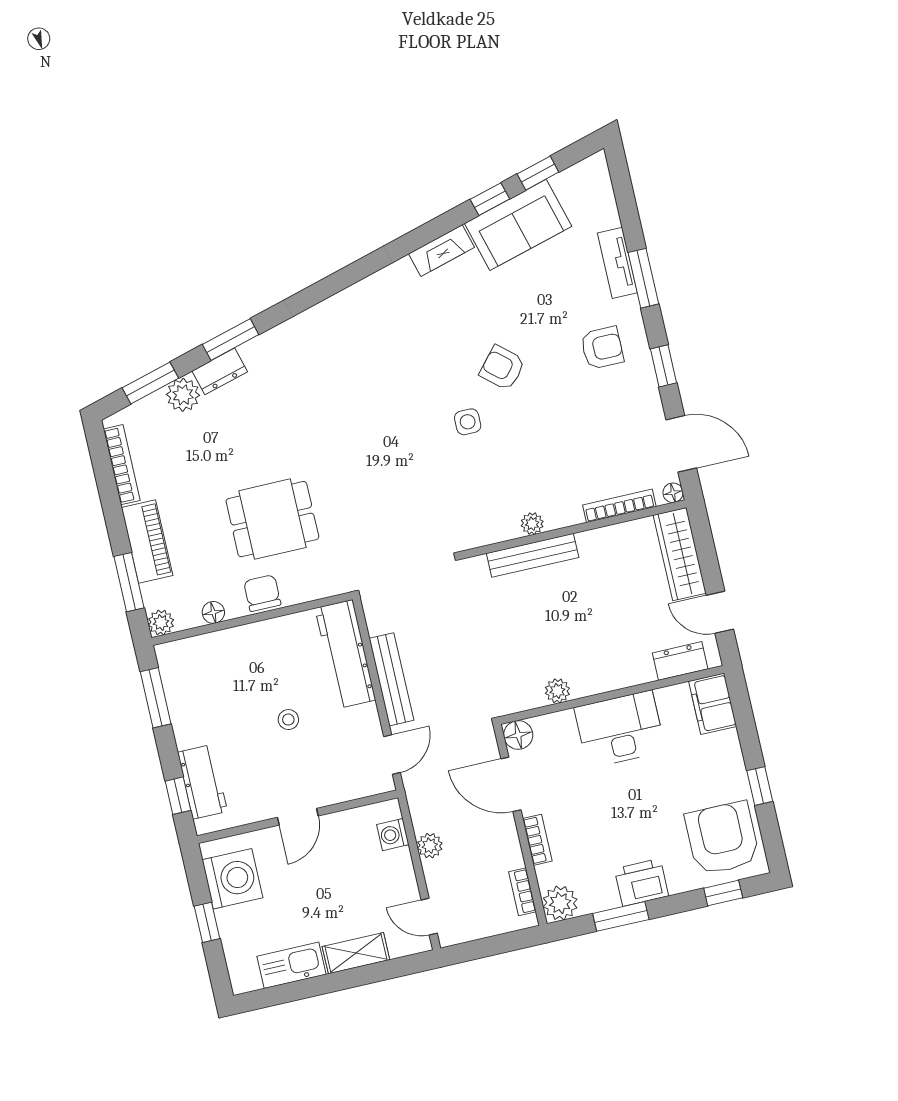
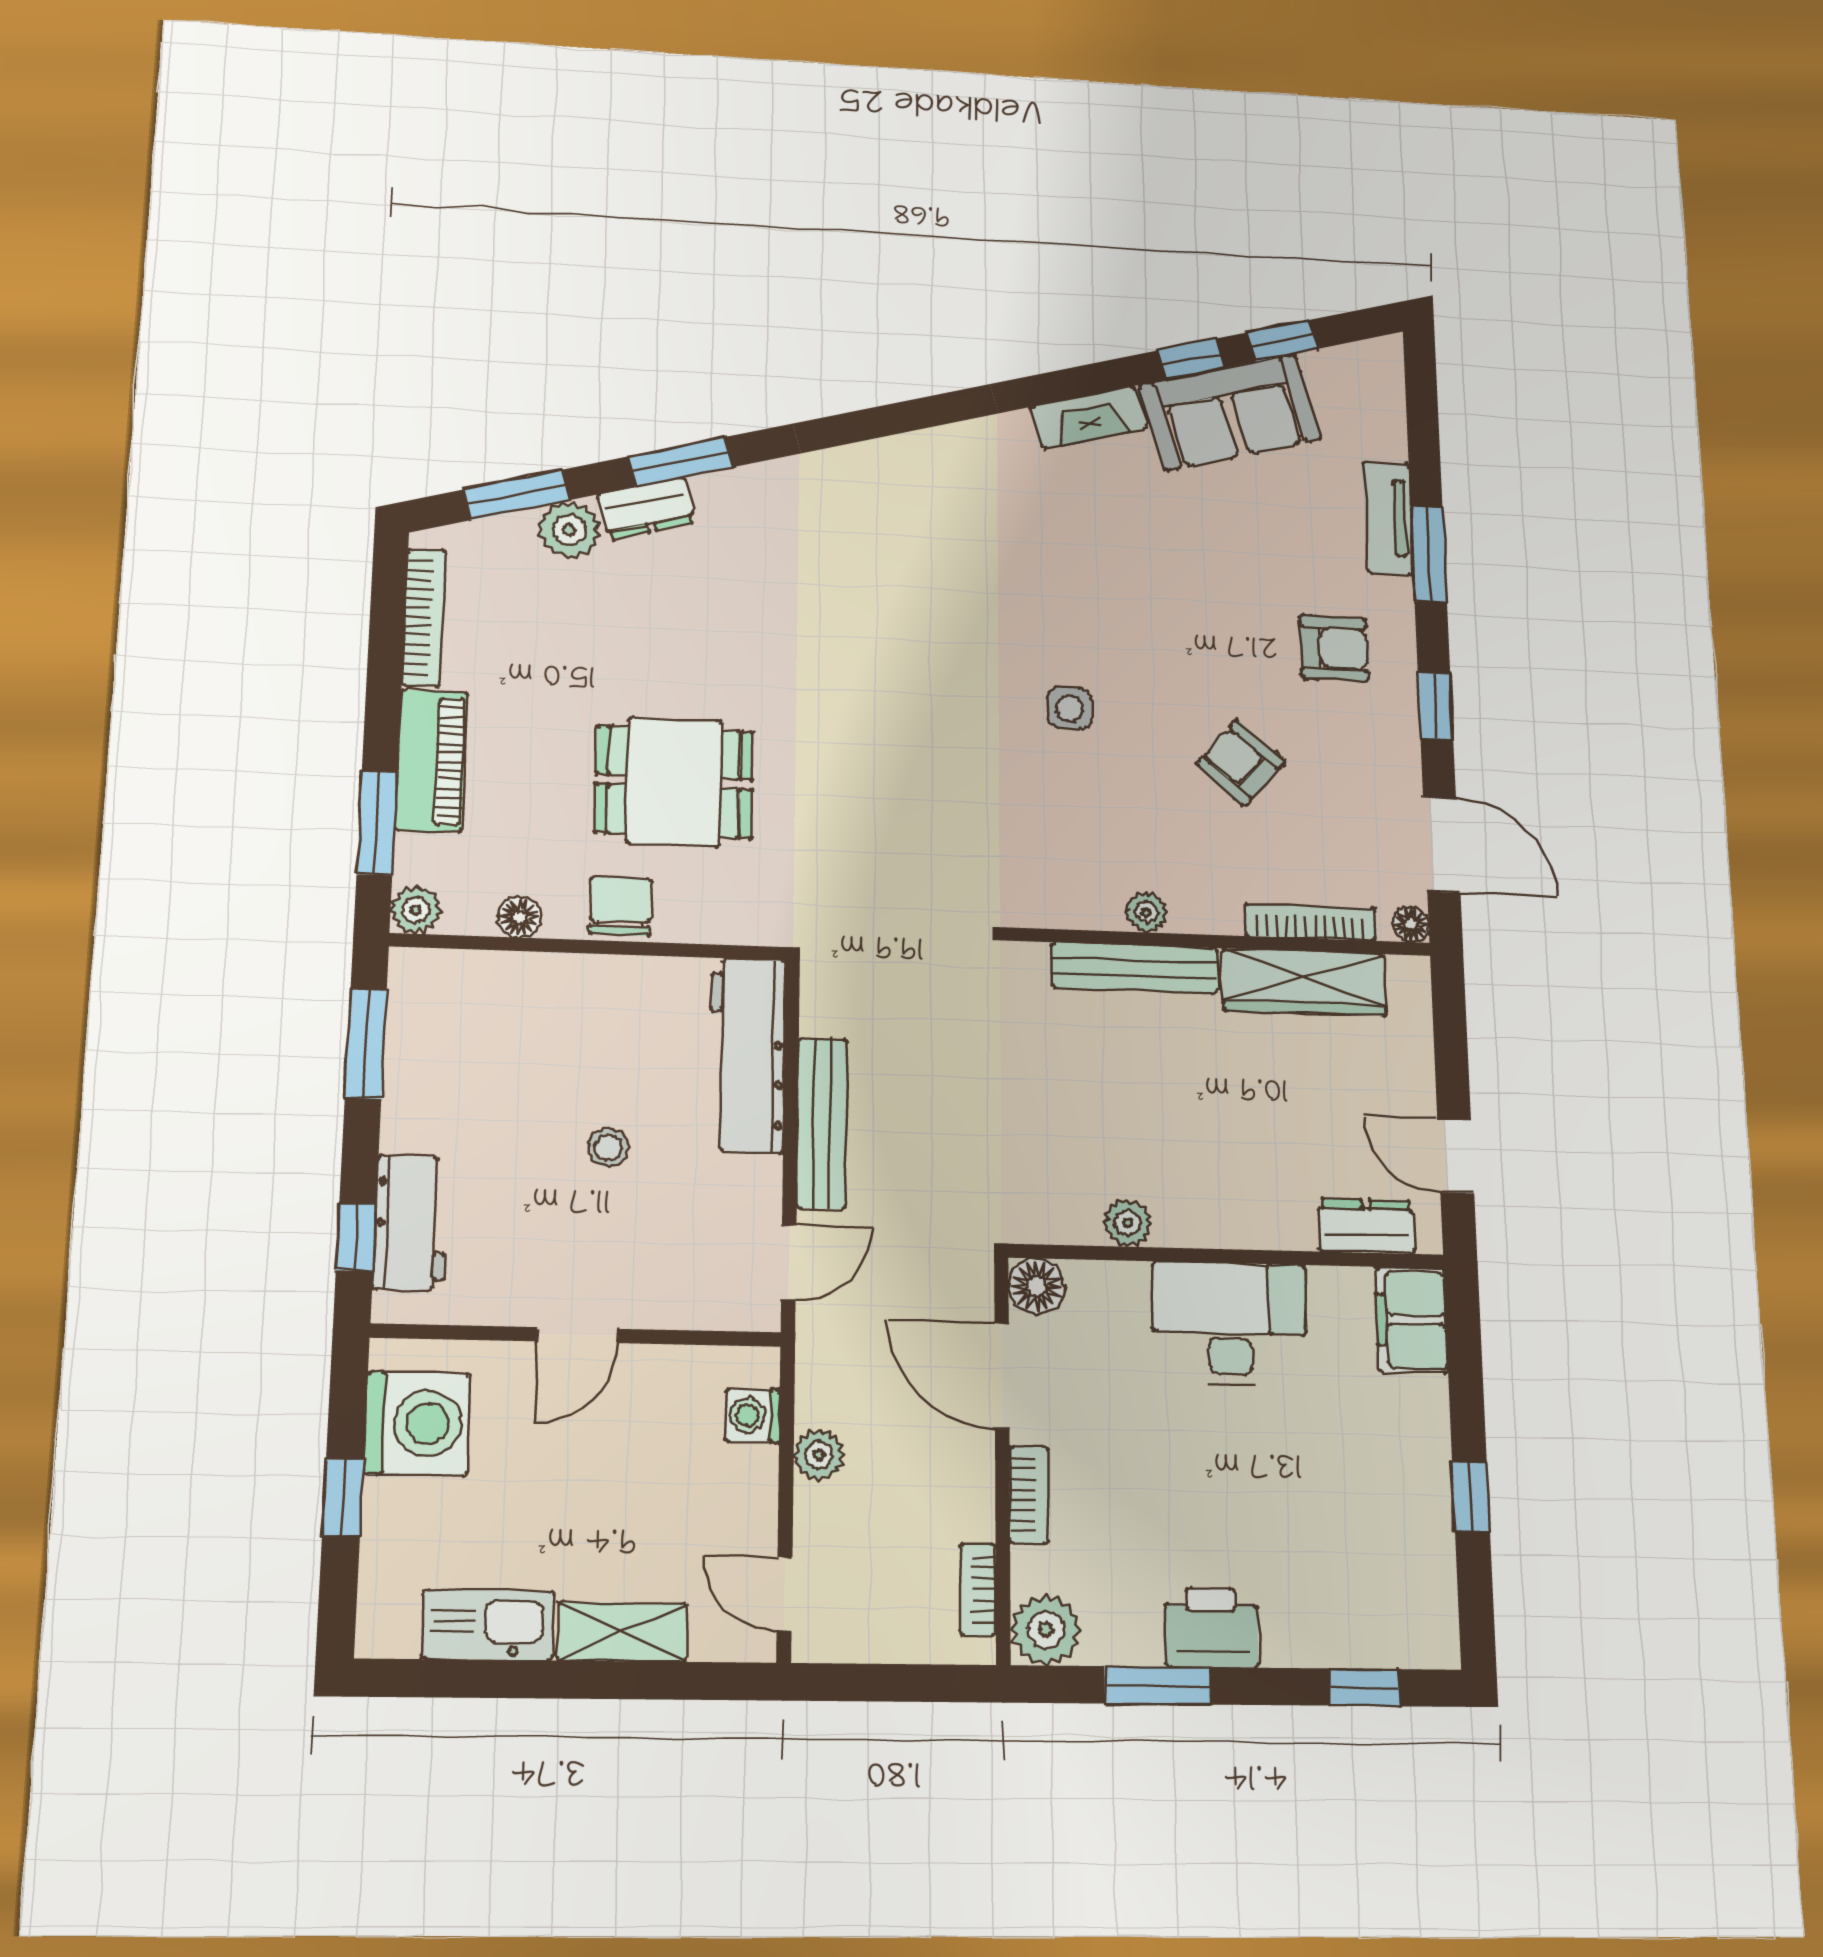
armchair: (502, 368) -> (1240, 763), moved
wardrobe: (680, 554) -> (1304, 982), moved, turned -90
armchair: (722, 838) -> (1382, 1579), removed

